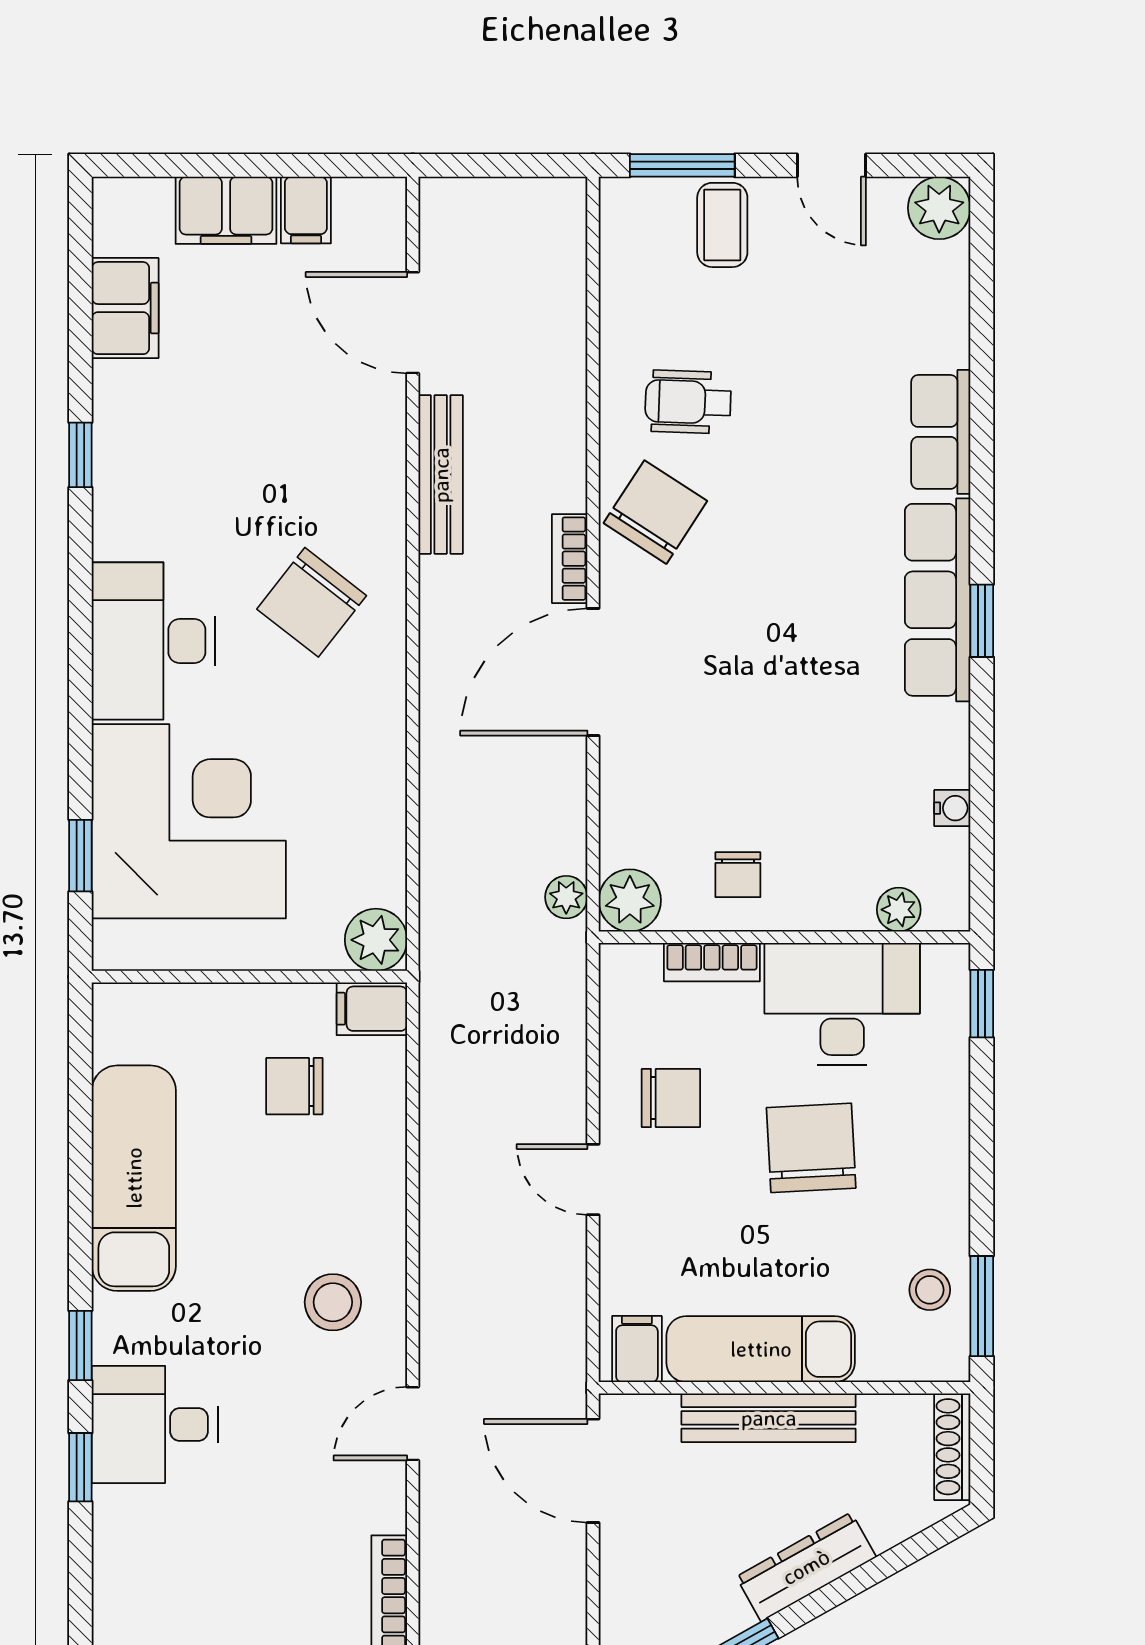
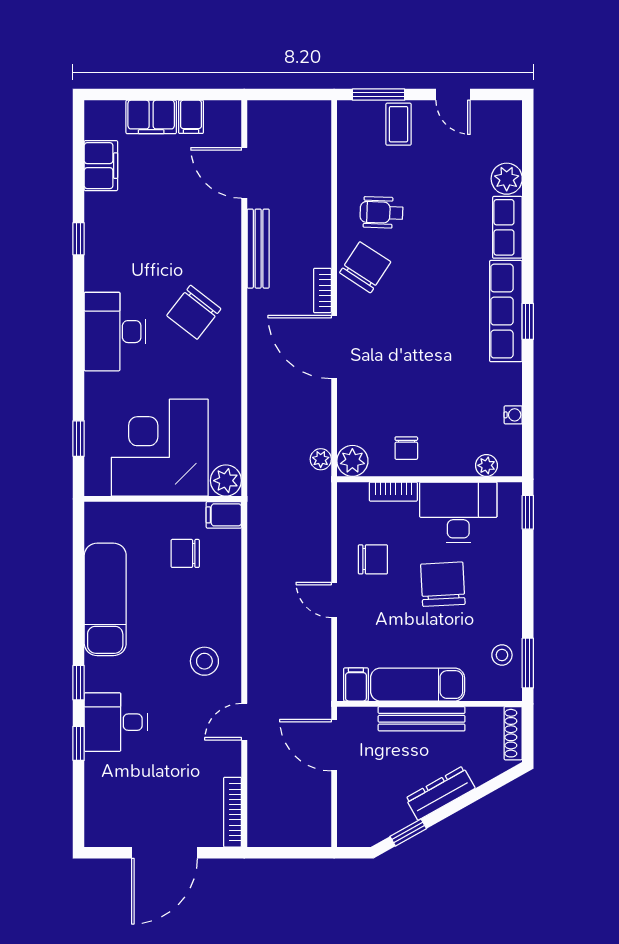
plant: (939, 208) -> (507, 179), moved
door: (593, 672) -> (334, 347), hinge flipped
corner desk: (189, 821) -> (160, 448), moved, turned -90

